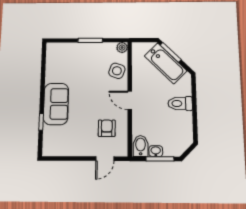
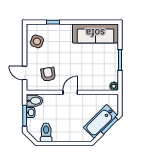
side table: (117, 71) -> (37, 41), moved
toilet: (180, 103) -> (46, 132), moved
sofa: (56, 104) -> (95, 33), moved, width x1.36
armchair: (107, 128) -> (48, 74), turned -99

